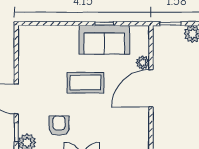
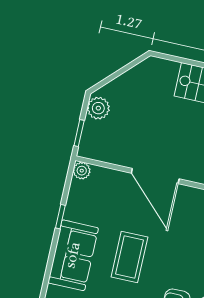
sofa: (104, 40) -> (73, 255), moved
plant: (143, 63) -> (82, 171), moved

